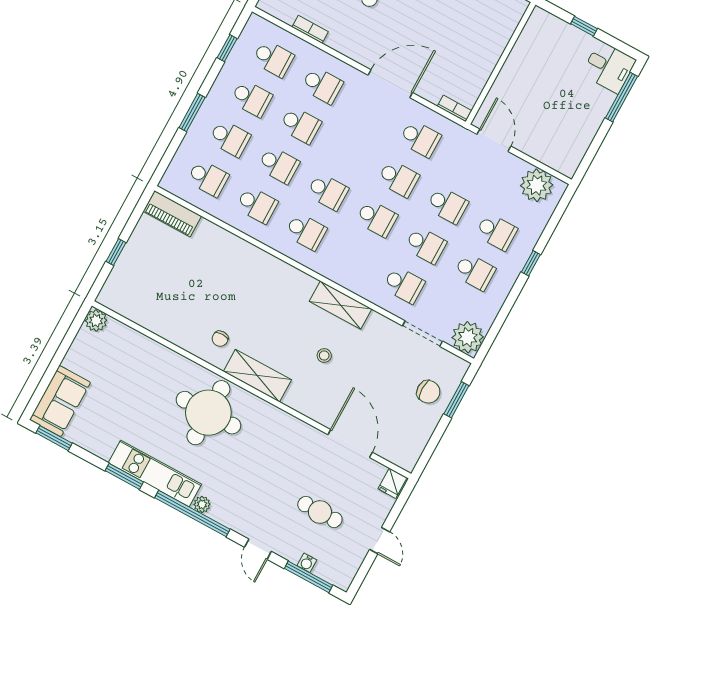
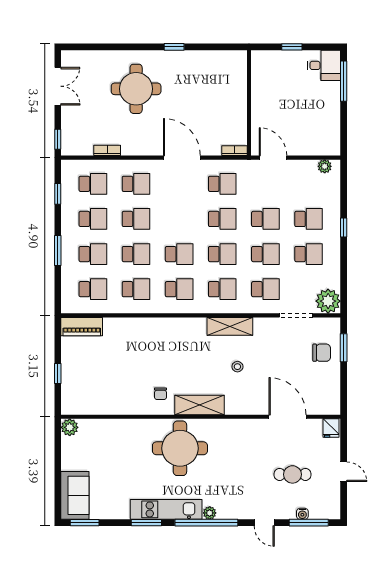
door: (390, 84) -> (182, 158), hinge flipped
plant: (537, 185) -> (325, 166), width x0.53, depth x0.53
school desk: (355, 258) -> (222, 289), added

